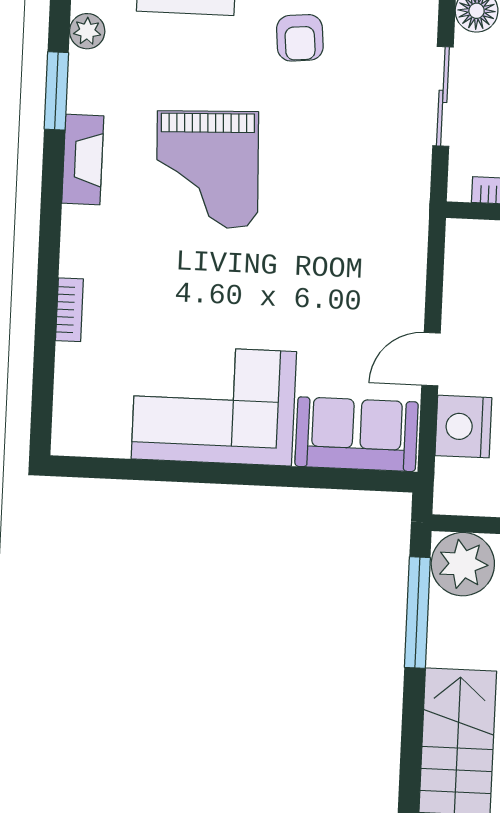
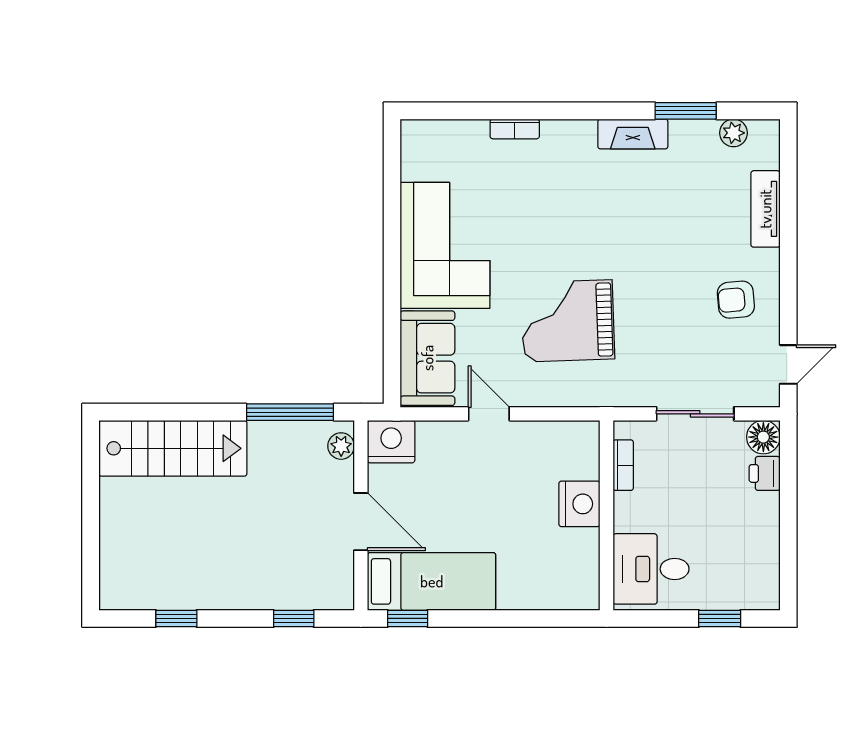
grand piano: (207, 170) -> (568, 321), moved
nightstand: (463, 427) -> (391, 442), moved
plant: (463, 564) -> (341, 446), width x0.53, depth x0.53

